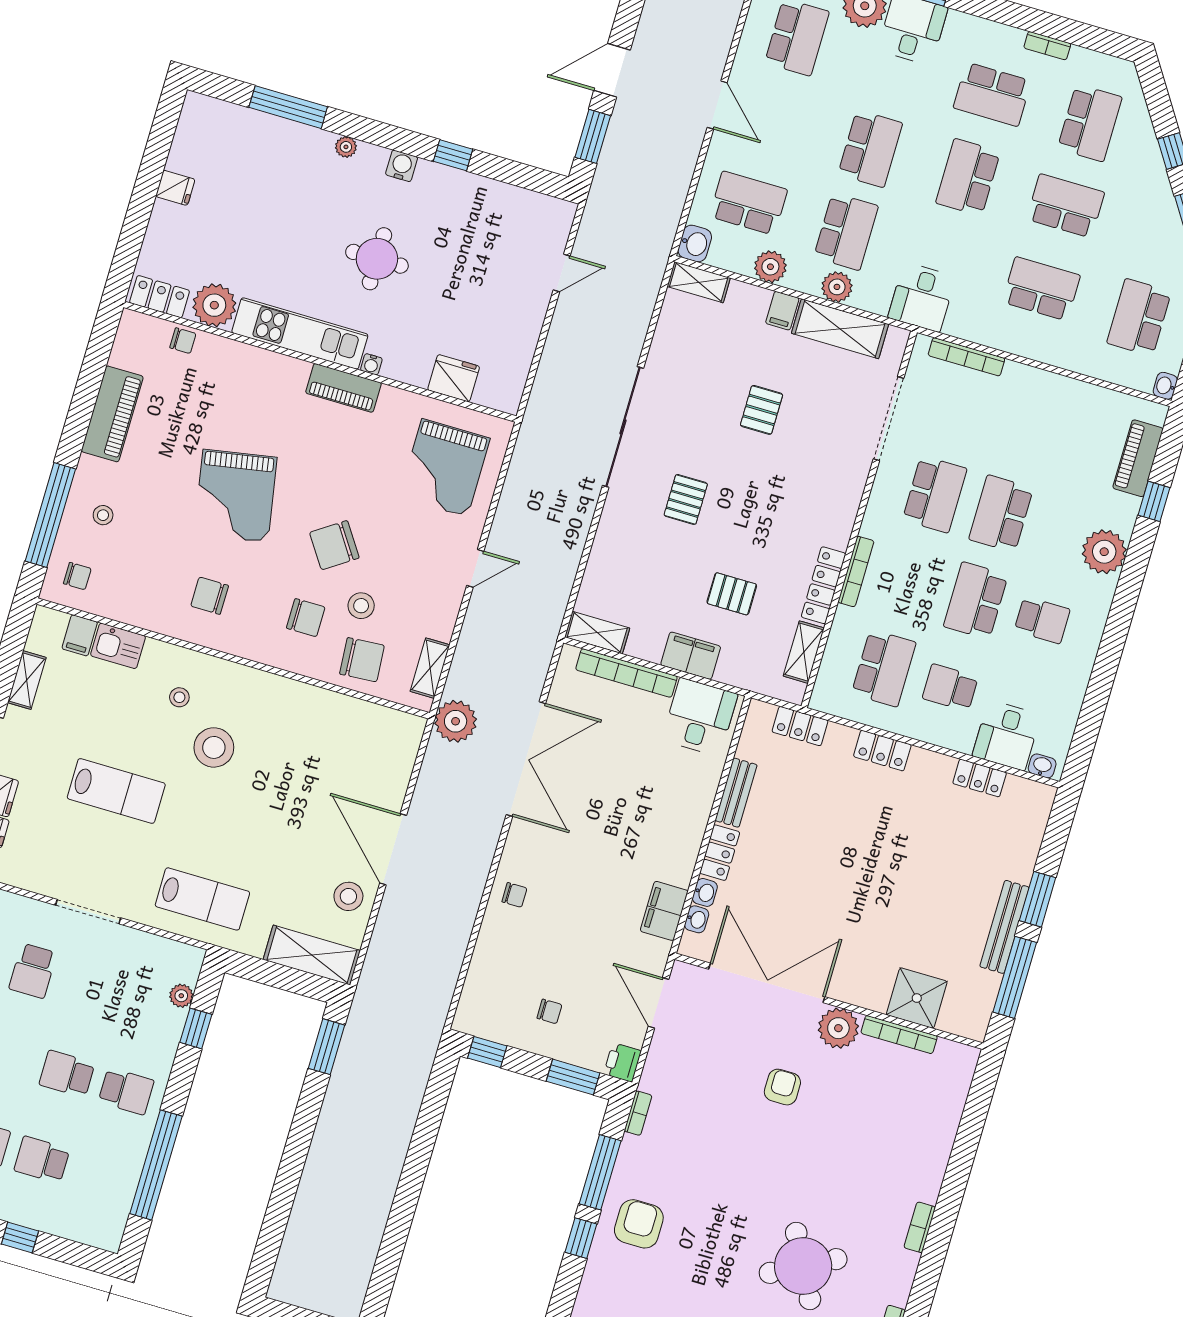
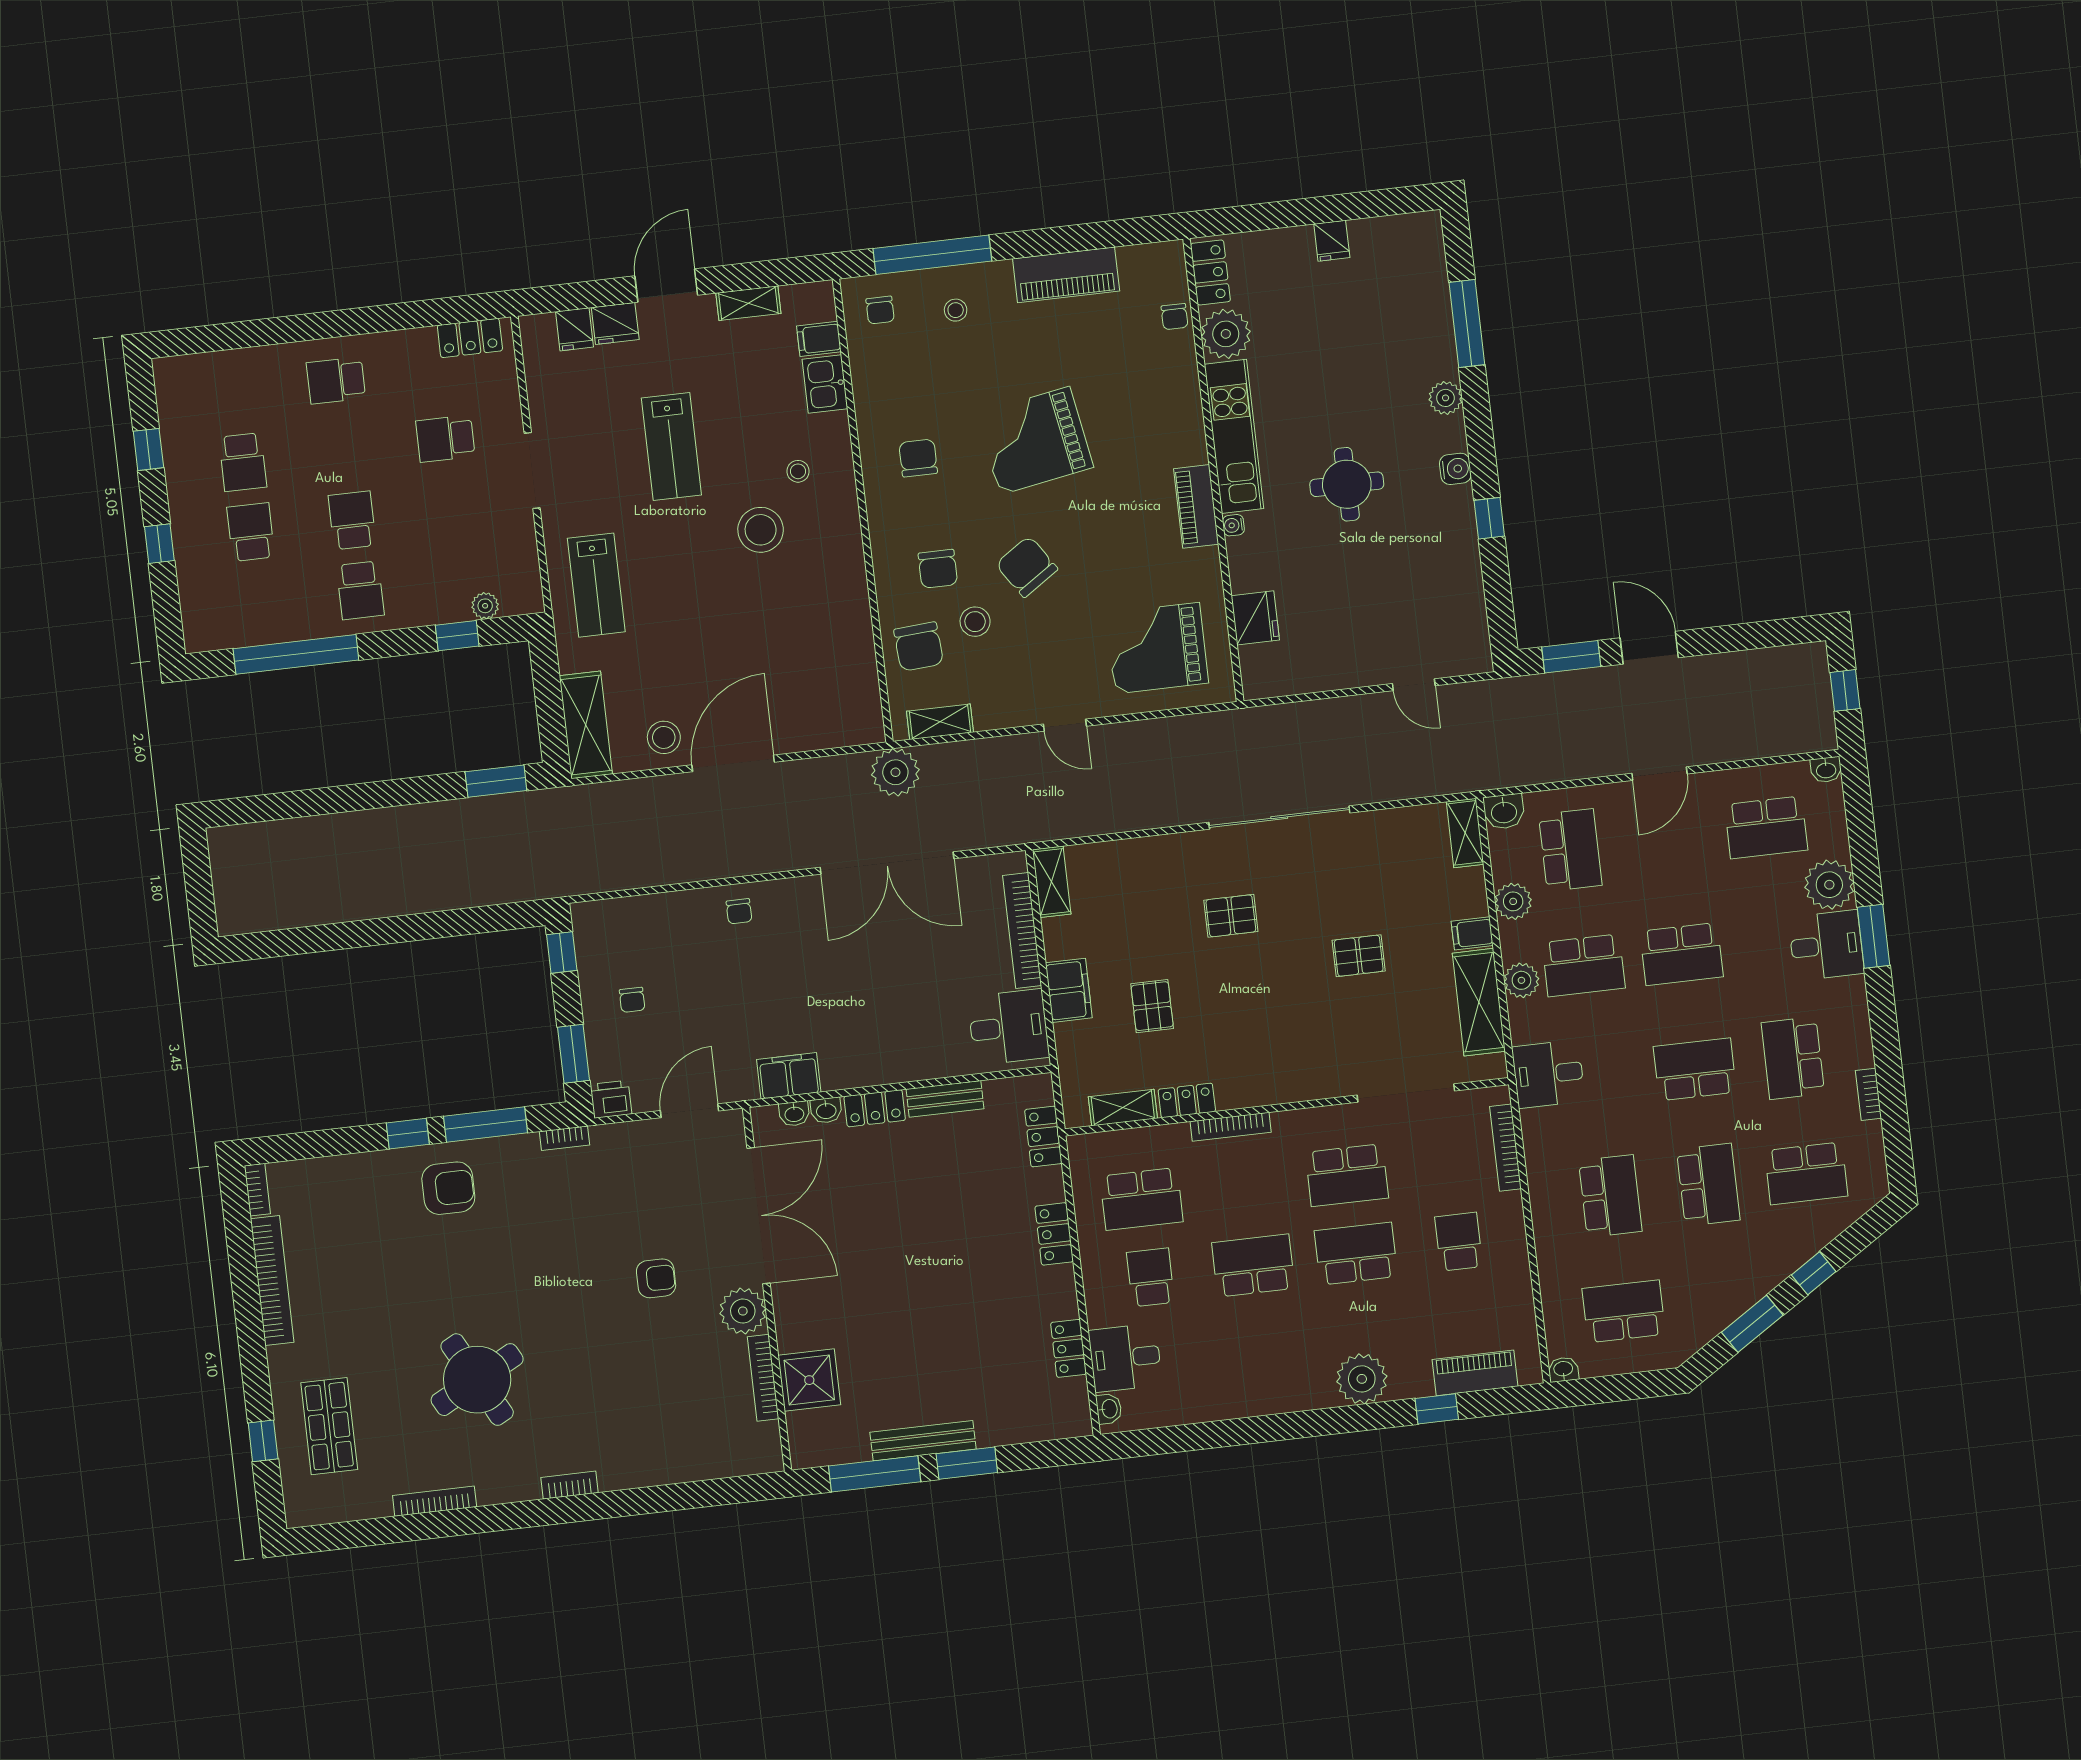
plant: (346, 147) -> (1446, 398), width x1.38, depth x1.38
locker: (824, 585) -> (1187, 1100), width x0.66
school desk: (1042, 620) -> (1459, 1242), moved, turned 180

